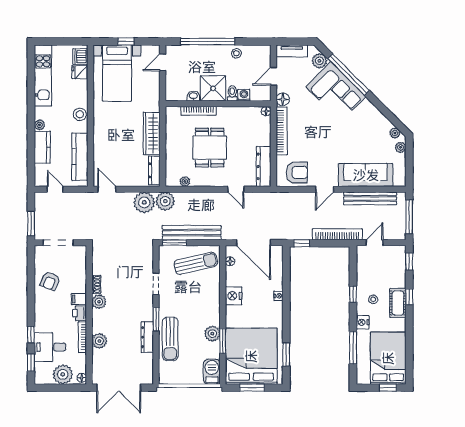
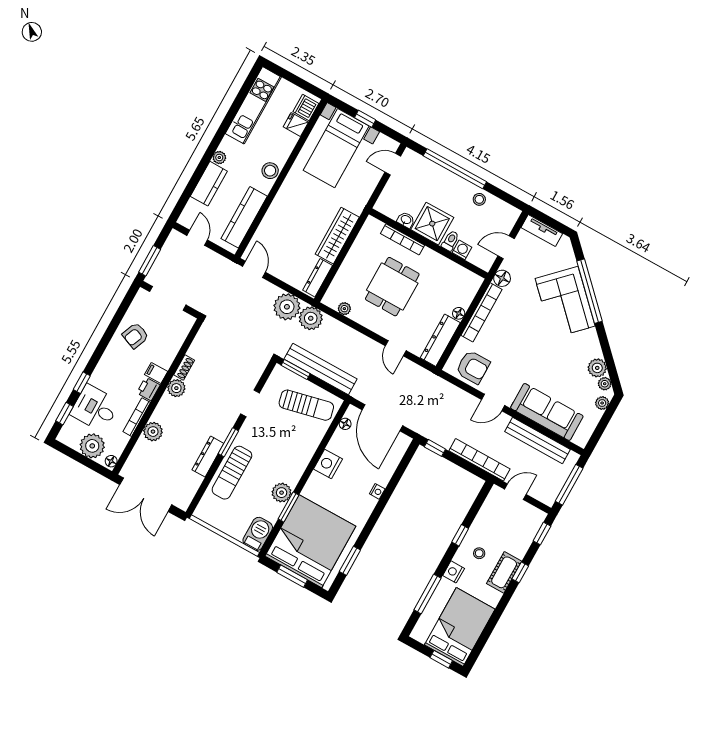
plant: (319, 61) -> (597, 368), moved
floor lamp: (266, 111) -> (459, 313), moved

